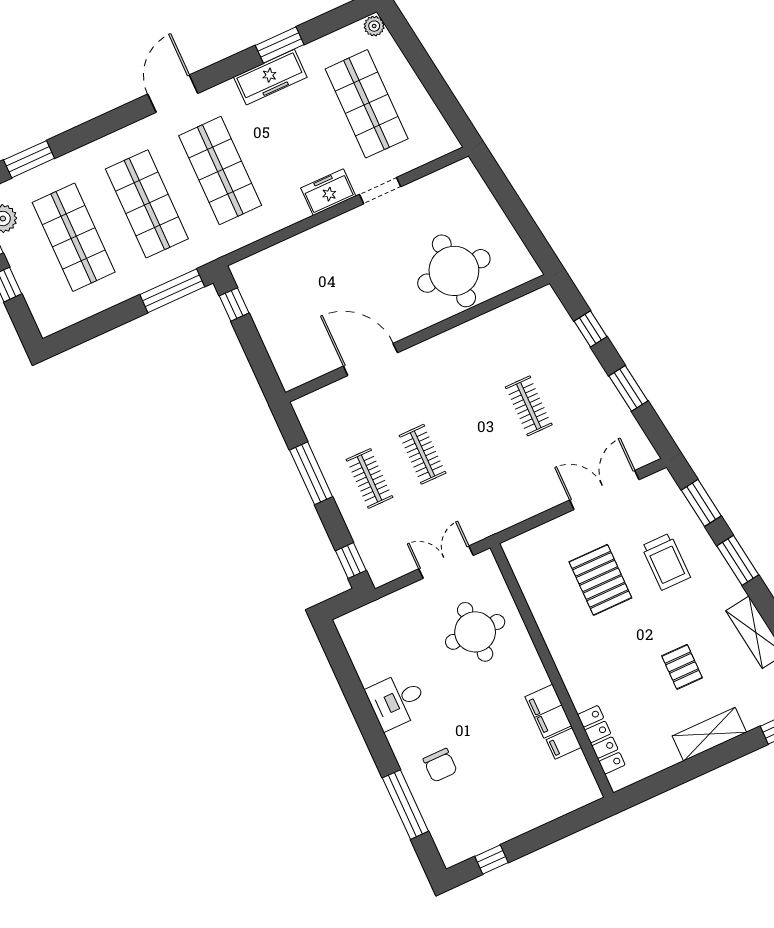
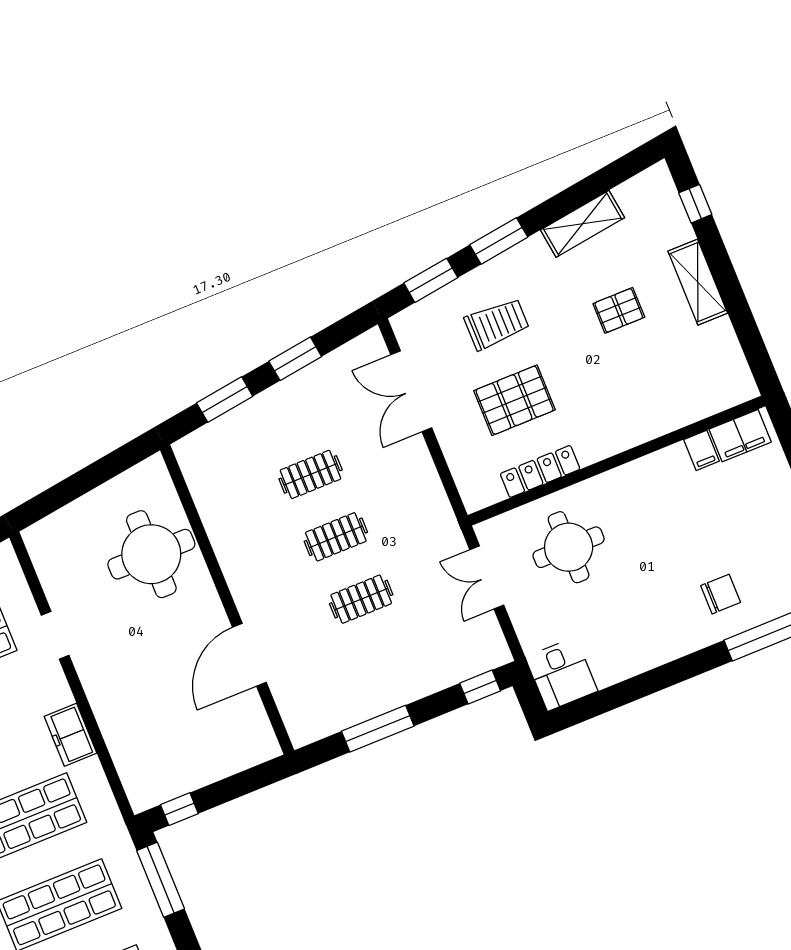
freezer: (328, 192) -> (71, 735), moved
window: (590, 329) -> (225, 400), width x1.50
clothes rail: (369, 478) -> (336, 537), moved
desk: (397, 701) -> (562, 674), moved
filing cabinet: (548, 711) -> (740, 436), moved
locker: (601, 740) -> (540, 471), moved

